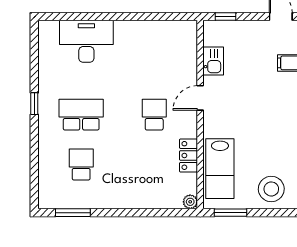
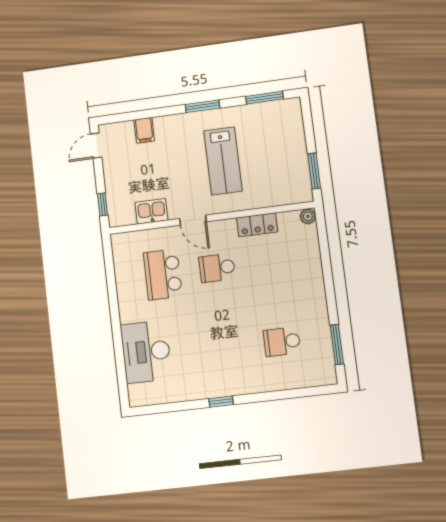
school desk: (81, 115) -> (163, 275), moved
lab bench: (220, 169) -> (223, 161), moved, turned 90
stool: (271, 189) -> (282, 130), removed

